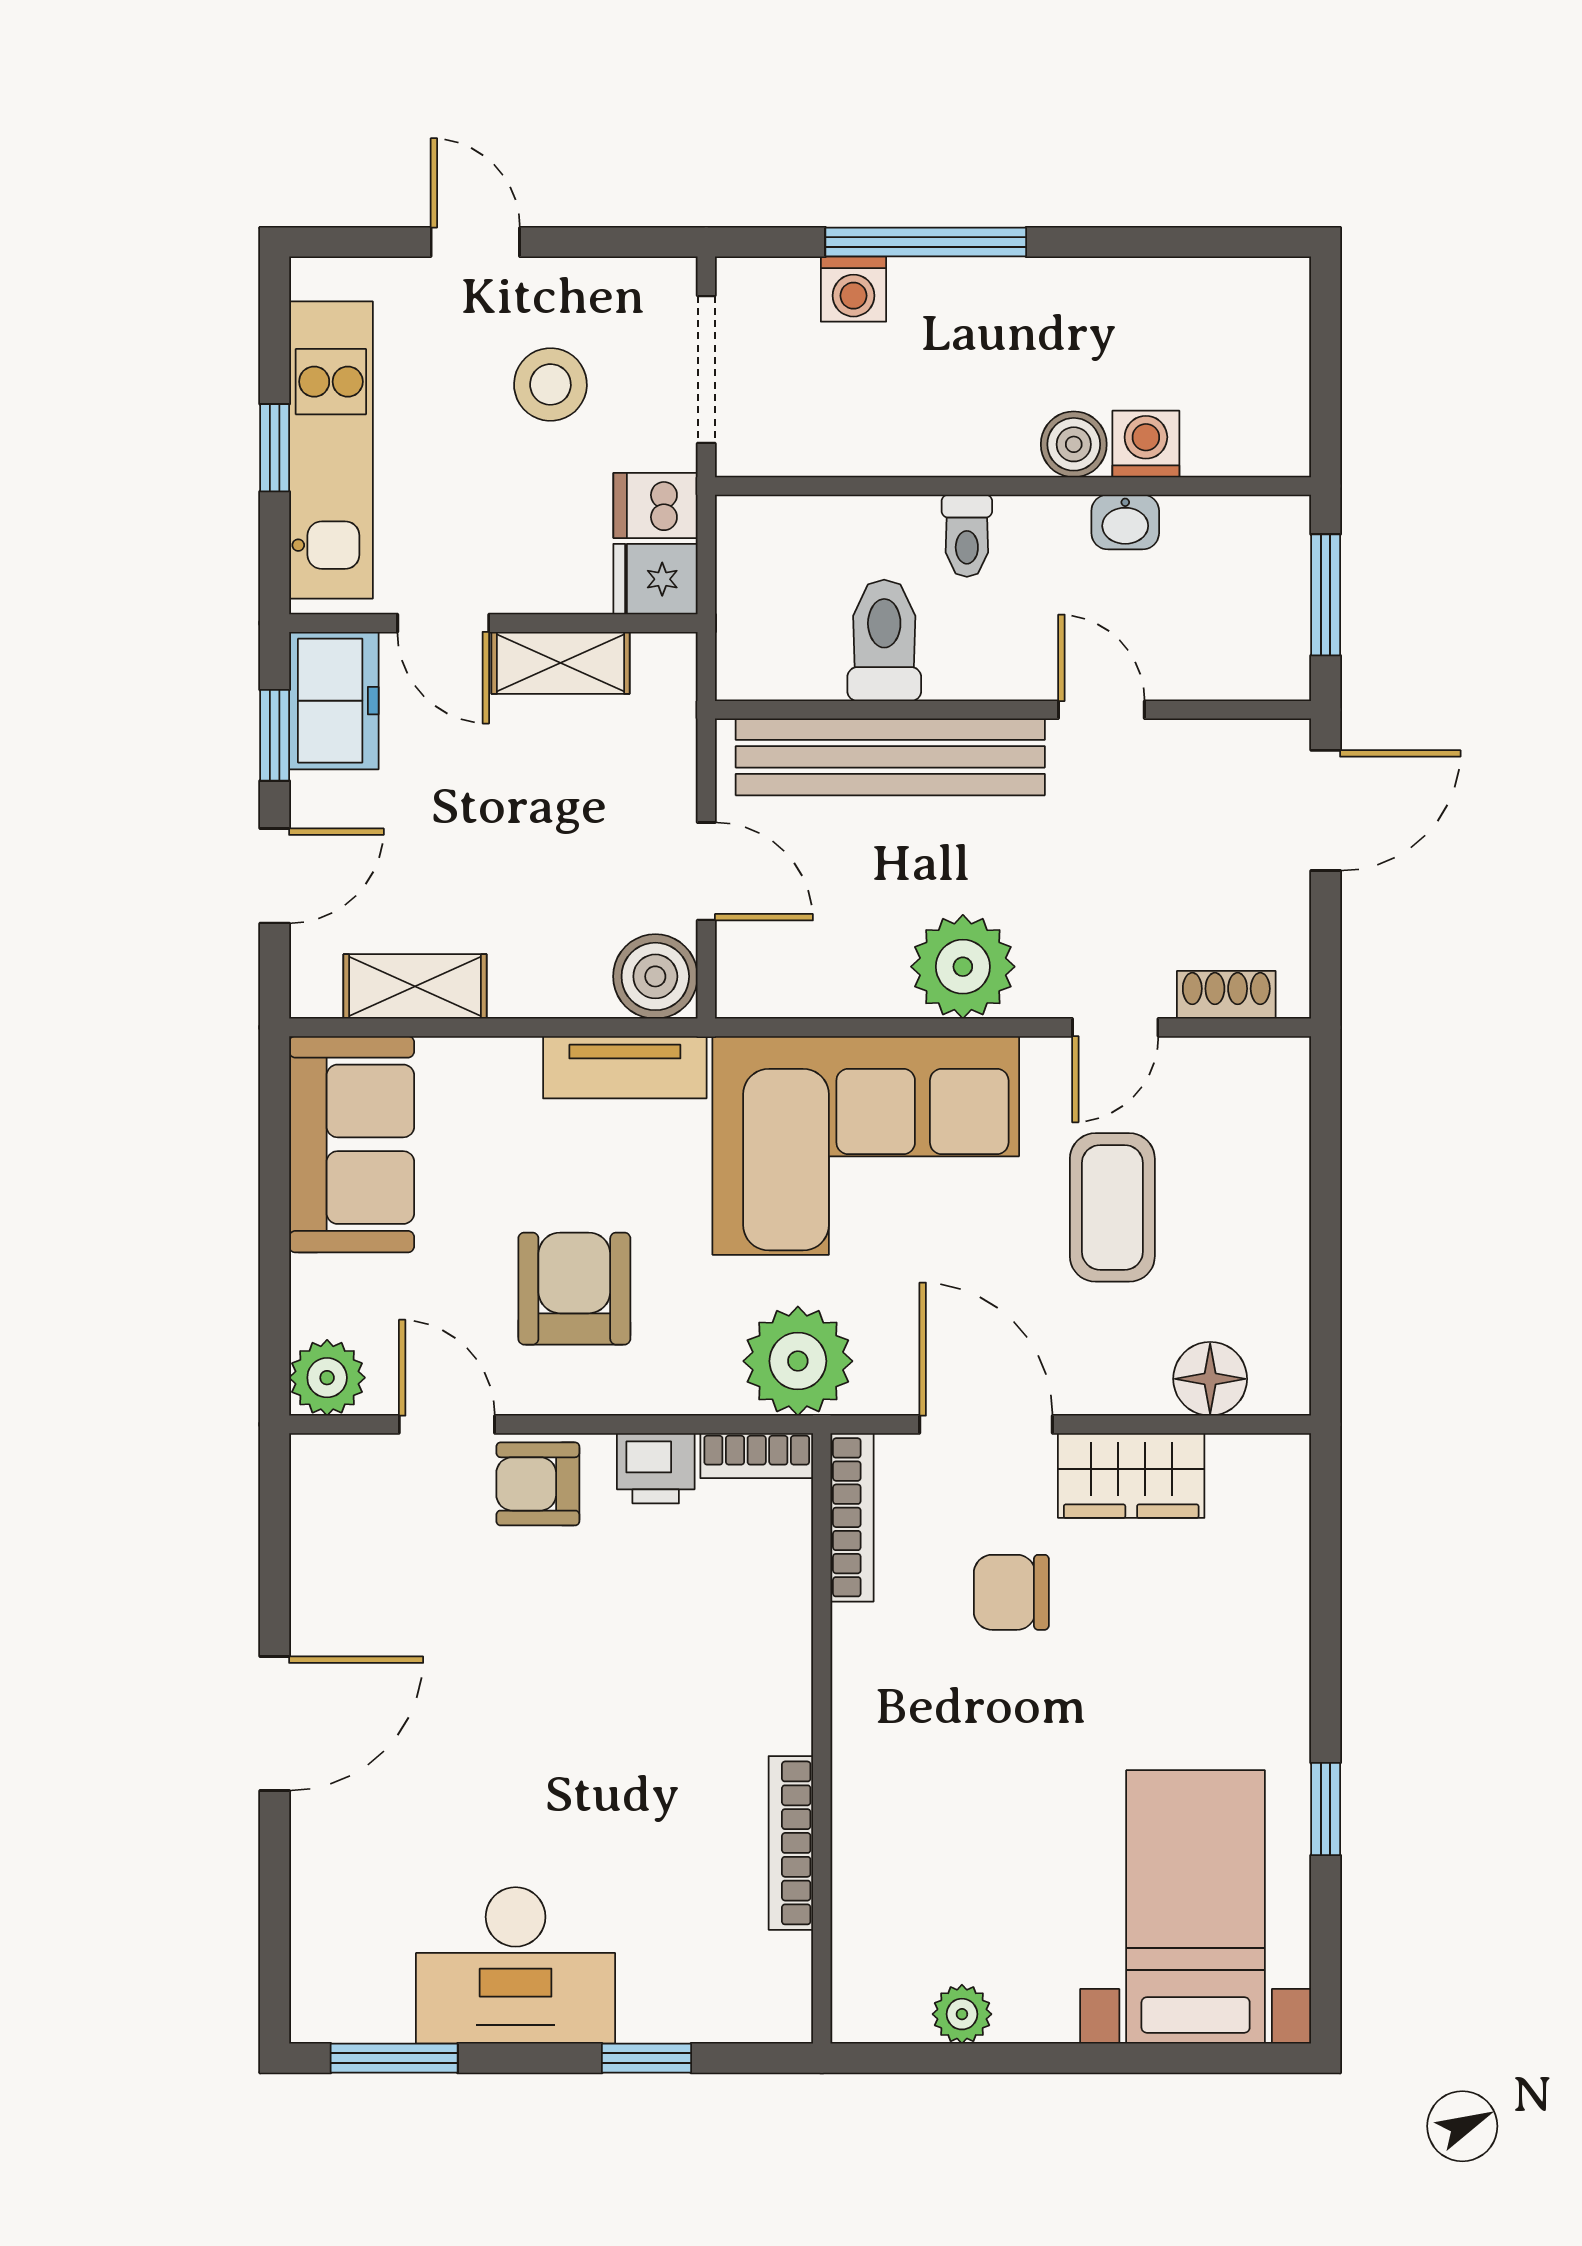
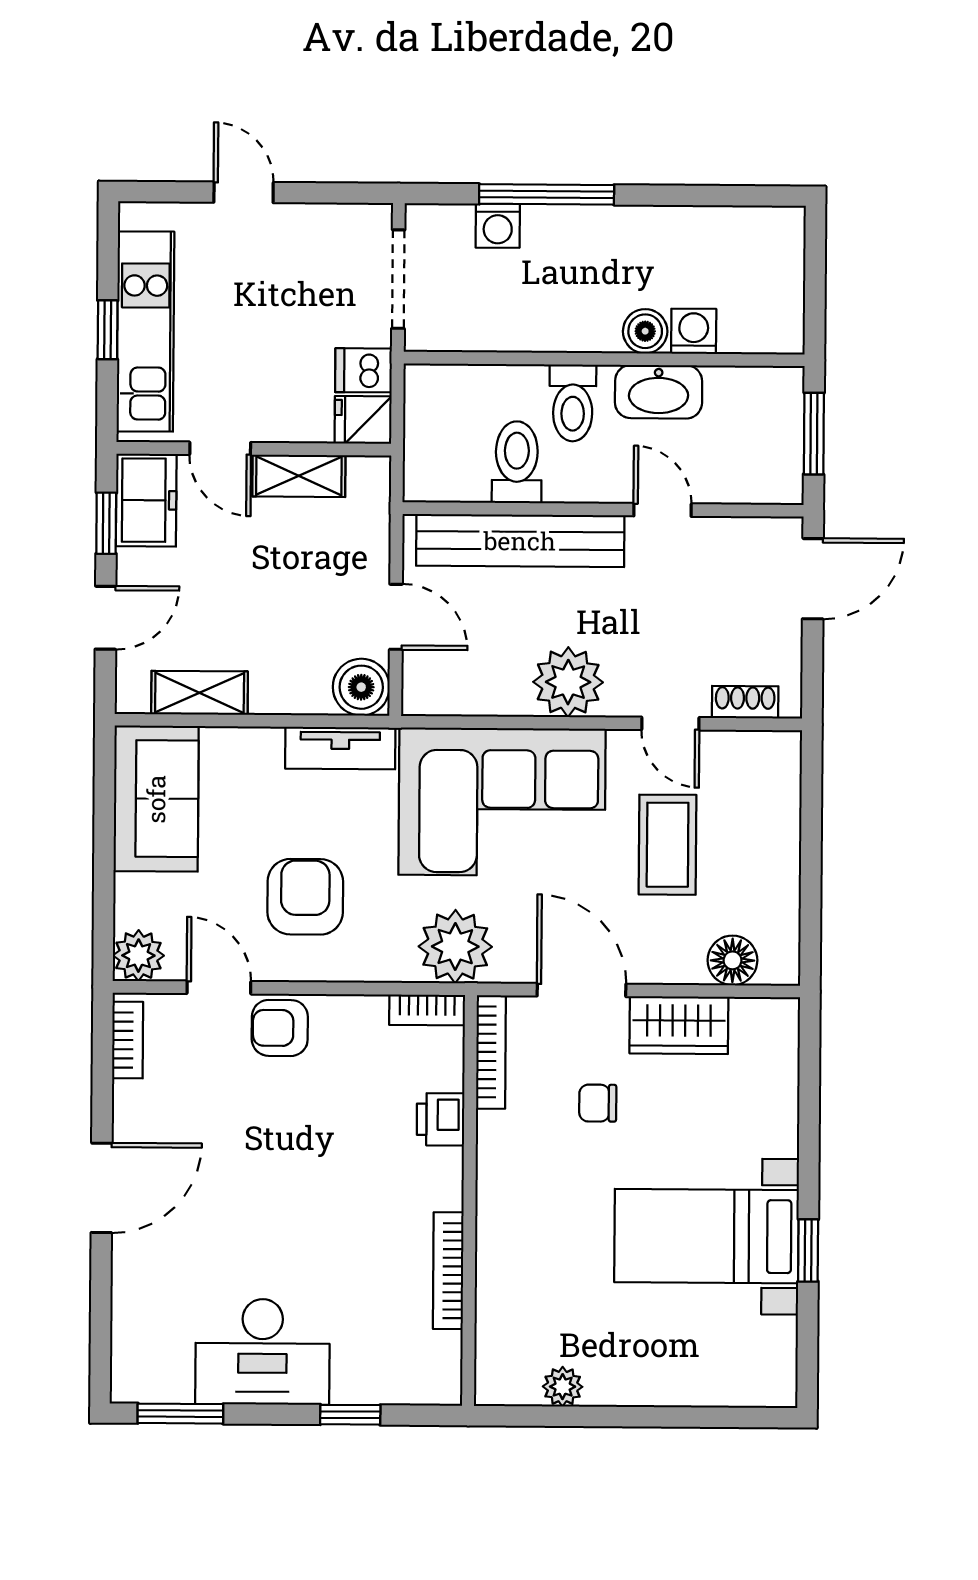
stool: (550, 384) -> (293, 288), removed
washbasin: (1125, 522) -> (659, 392), width x1.91, depth x1.45
toilet: (967, 536) -> (573, 403), width x1.37, depth x1.39
door: (1115, 1027) -> (670, 724), hinge flipped
printer: (656, 1468) -> (441, 1119), moved, turned 90
bookcase: (312, 1503) -> (128, 1040), added
chair: (1011, 1592) -> (598, 1103), width x0.73, depth x0.73
bed with nightstands: (1196, 1907) -> (707, 1236), moved, turned -90

